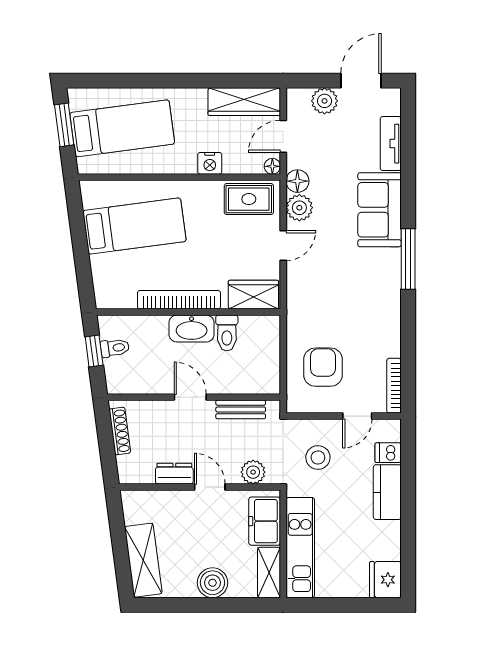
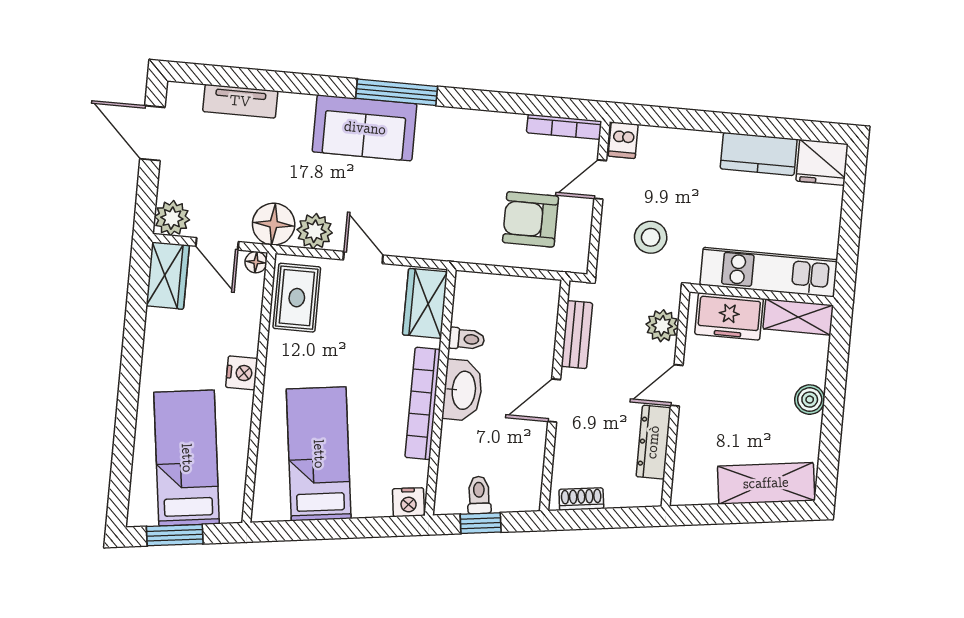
plant: (324, 101) -> (172, 218), moved
wardrobe: (244, 102) -> (168, 276), width x0.67
nightstand: (210, 163) -> (242, 373), moved
floor lamp: (297, 181) -> (274, 224), width x1.38, depth x1.38
sofa: (379, 210) -> (365, 128), moved
nightstand: (105, 296) -> (408, 502), added
toilet: (227, 333) -> (467, 339), width x0.73, depth x0.72
door: (357, 416) -> (600, 180), swing flipped
shoe rack: (120, 431) -> (581, 499), width x0.70
dishwasher: (388, 453) -> (623, 140), moved
dresser: (174, 474) -> (653, 442), width x1.44
kitchen counter: (387, 492) -> (759, 154), moved
boiler: (213, 583) -> (810, 400), width x0.73, depth x0.73

